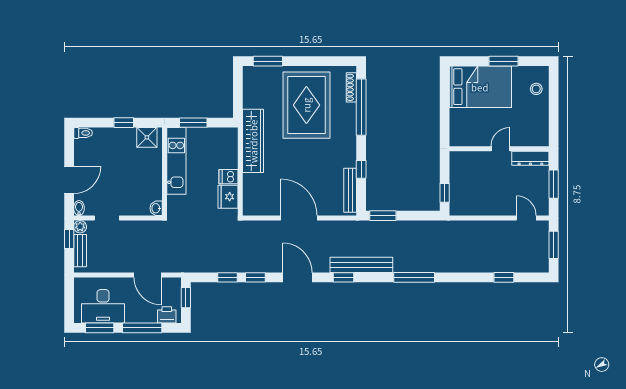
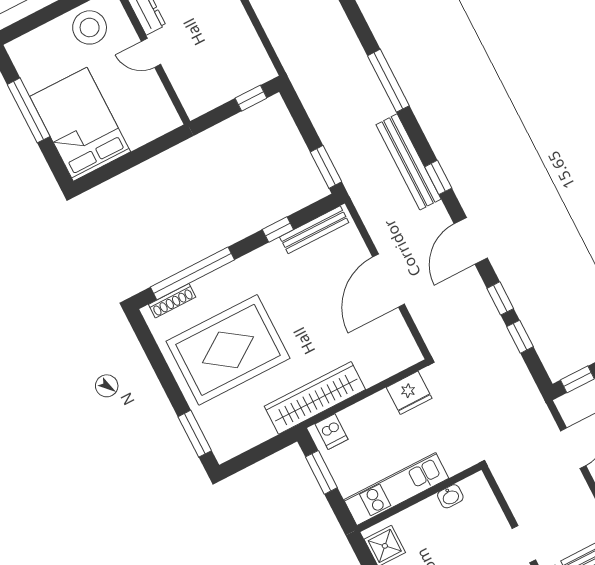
window: (504, 61) -> (29, 110), width x1.44
stool: (536, 89) -> (90, 27), moved, width x1.89, depth x1.89
window: (193, 123) -> (321, 472), moved
dishwasher: (229, 177) -> (331, 432), moved
washbasin: (156, 208) -> (450, 496), moved

